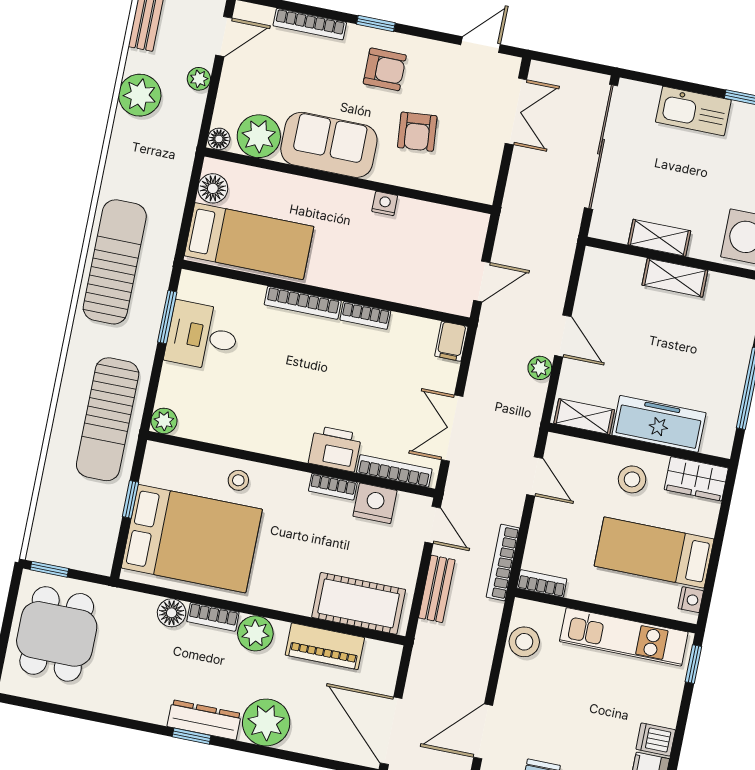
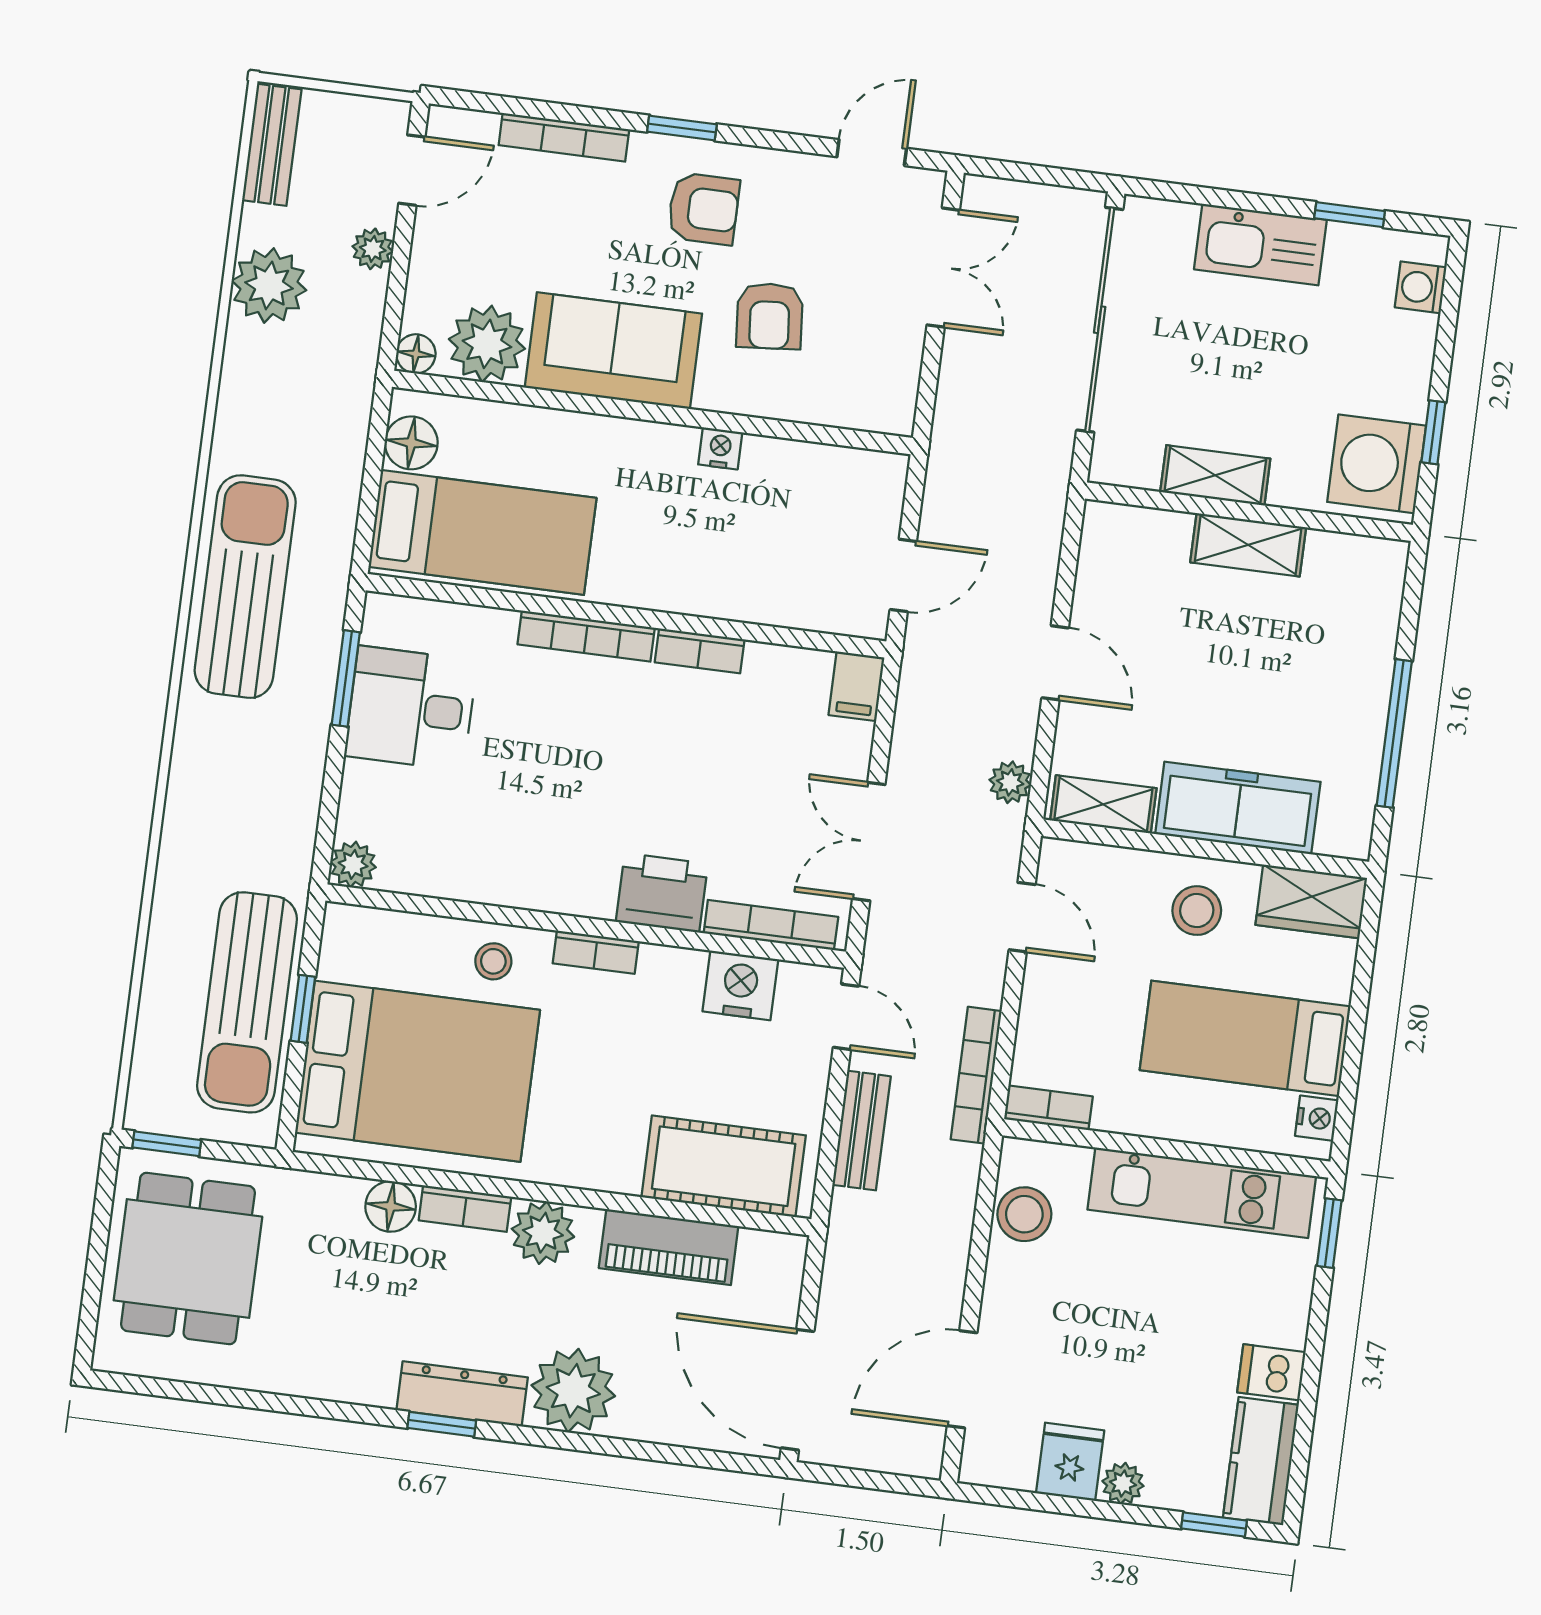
plant: (540, 368) -> (1010, 782), moved
sun lounger: (108, 419) -> (247, 1002), moved
bookcase: (333, 487) -> (596, 952), moved

